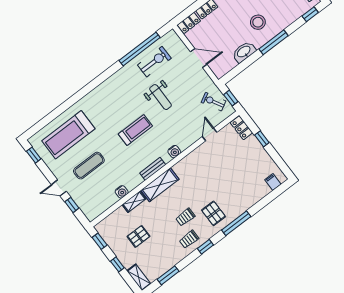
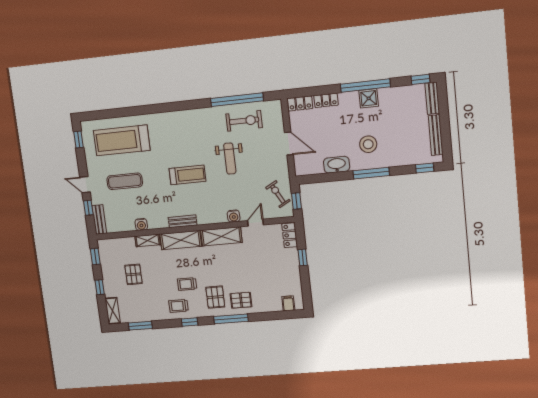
water cooler: (174, 152) -> (234, 216), moved
shelving: (190, 162) -> (221, 236), added
pallet: (235, 203) -> (241, 300), added
bench: (86, 209) -> (99, 220), added
pallet: (139, 236) -> (134, 274), turned 90

